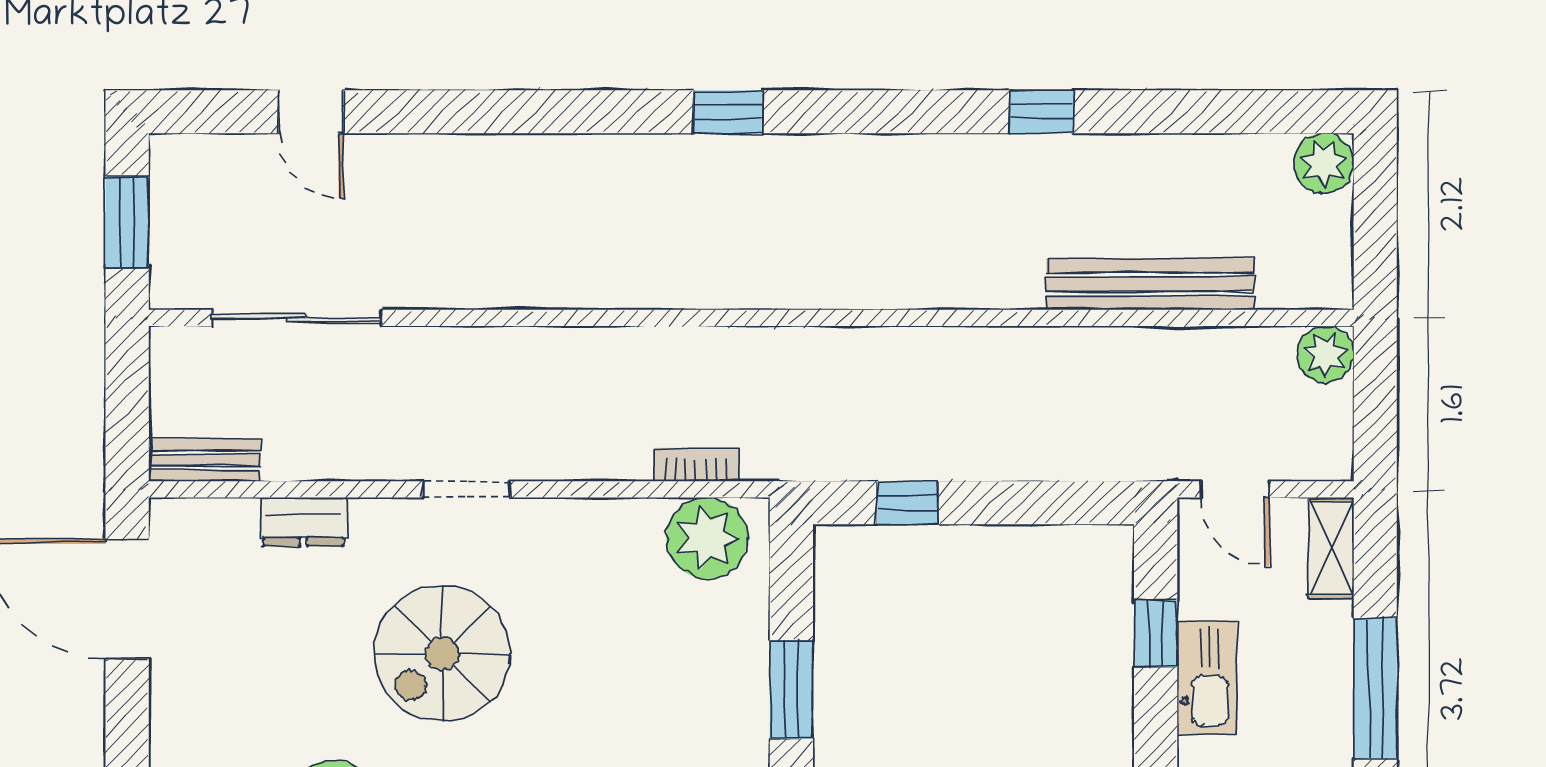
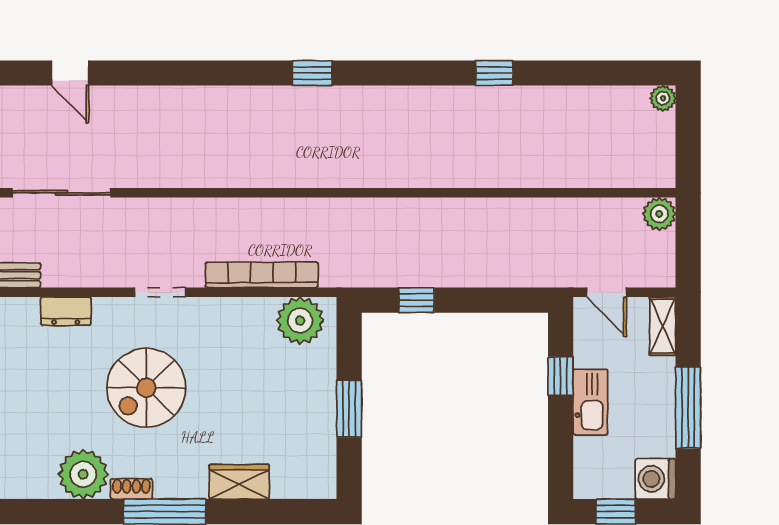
plant: (1324, 163) -> (663, 98), width x0.73, depth x0.73
bench: (1150, 284) -> (557, 173), removed
bookcase: (696, 465) -> (262, 275), width x2.31, depth x1.31

